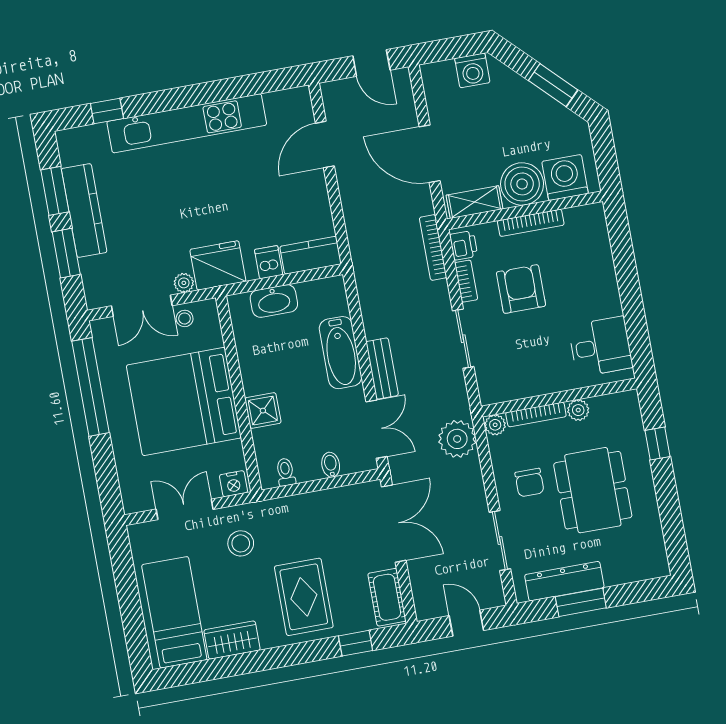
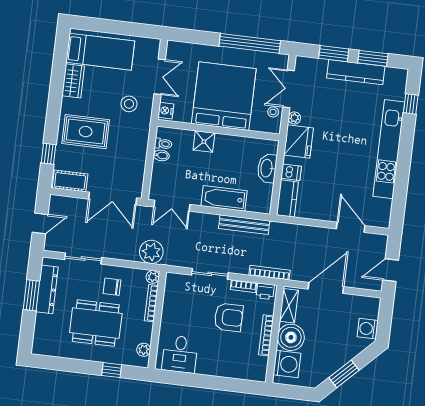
bench: (382, 368) -> (244, 225), moved, width x1.36
plant: (578, 410) -> (144, 350), moved
bidet: (331, 465) -> (161, 155), moved

